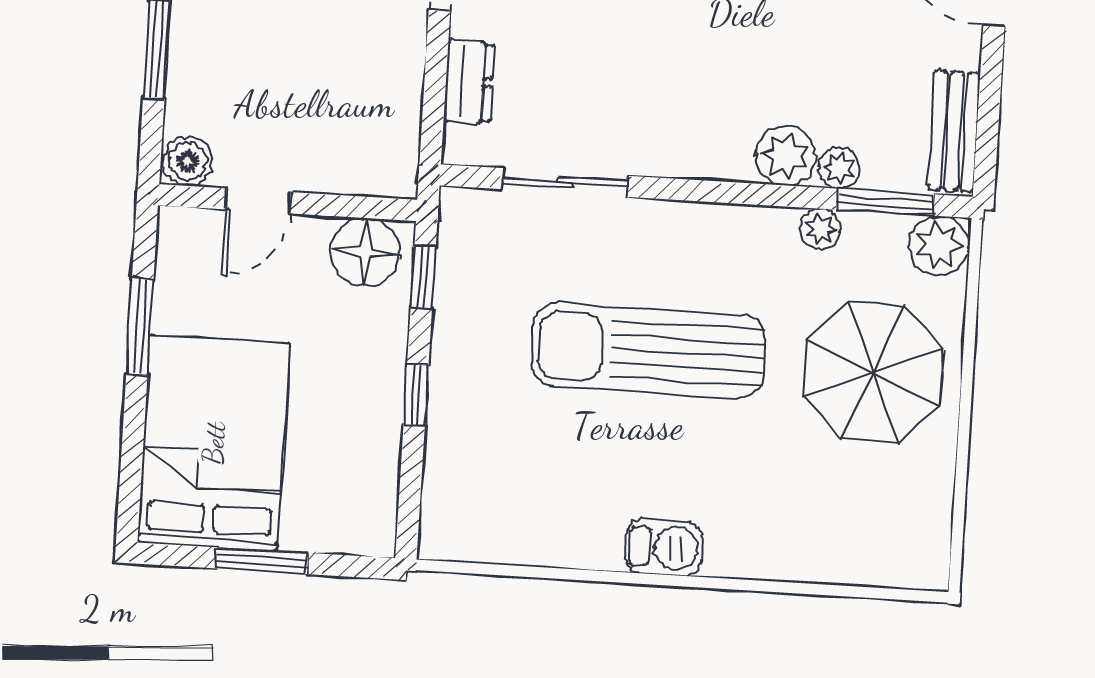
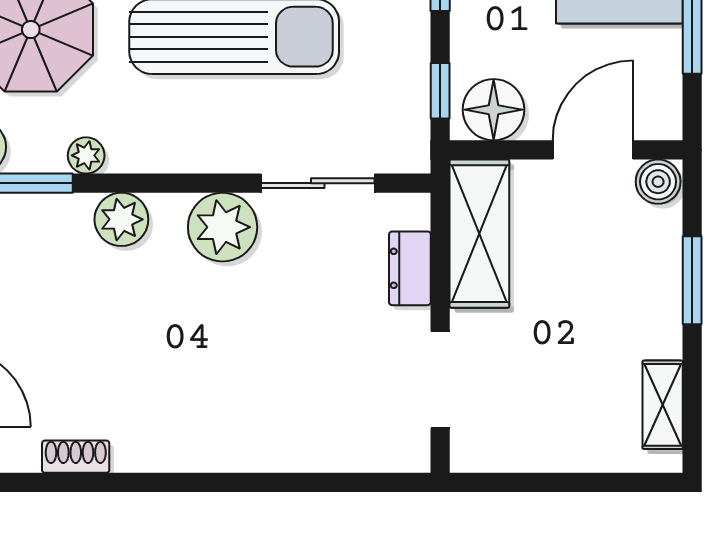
shelving: (389, 116) -> (479, 234), added
plant: (839, 168) -> (223, 227), moved, width x1.88, depth x1.88
door: (258, 201) -> (593, 150), width x1.38

